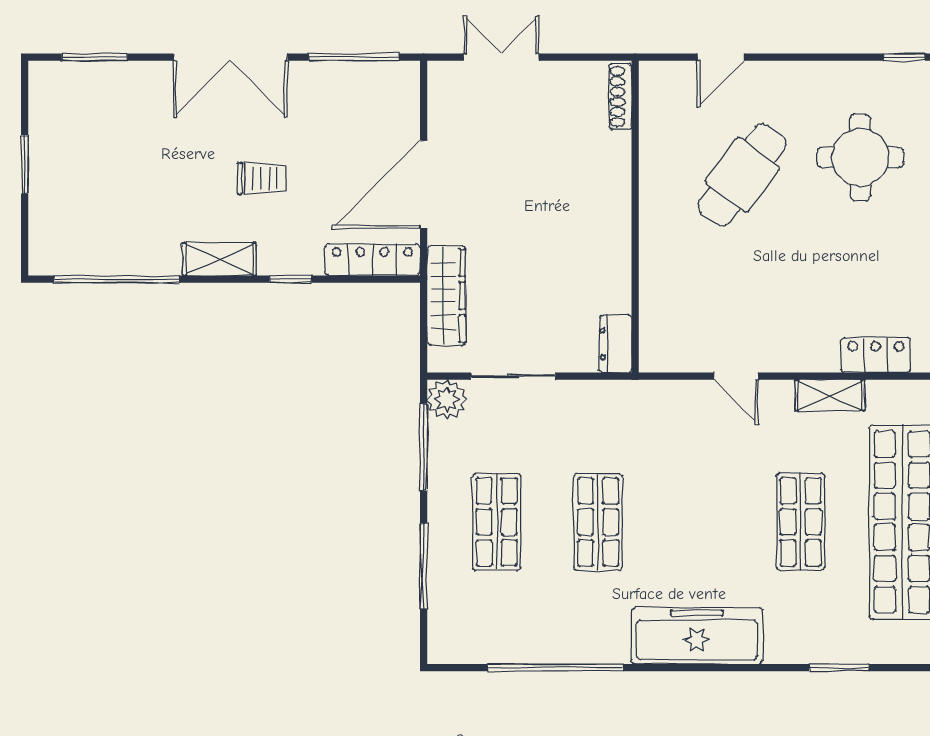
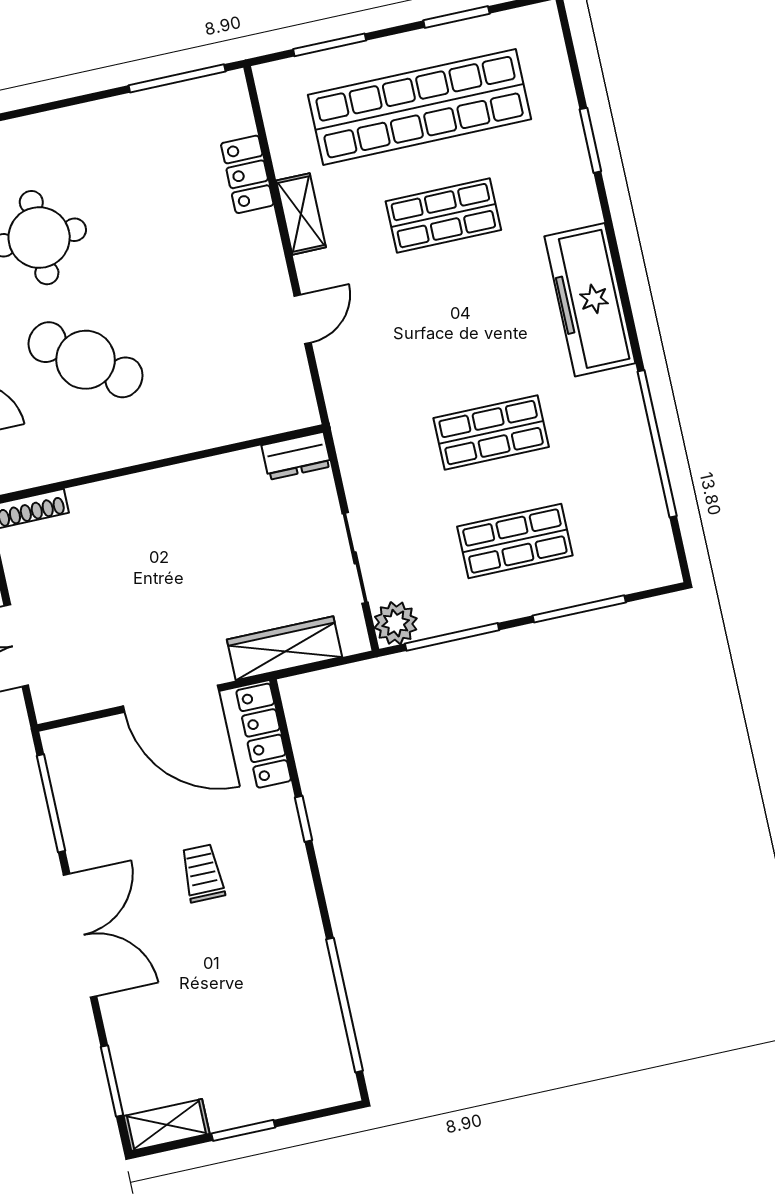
shelving: (219, 259) -> (167, 1125), moved, turned 90

